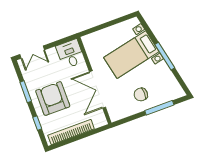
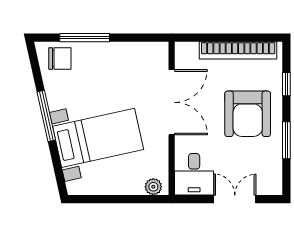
plant: (90, 39) -> (153, 187), added
double door: (32, 52) -> (235, 199), moved
chair: (141, 94) -> (60, 58), moved

